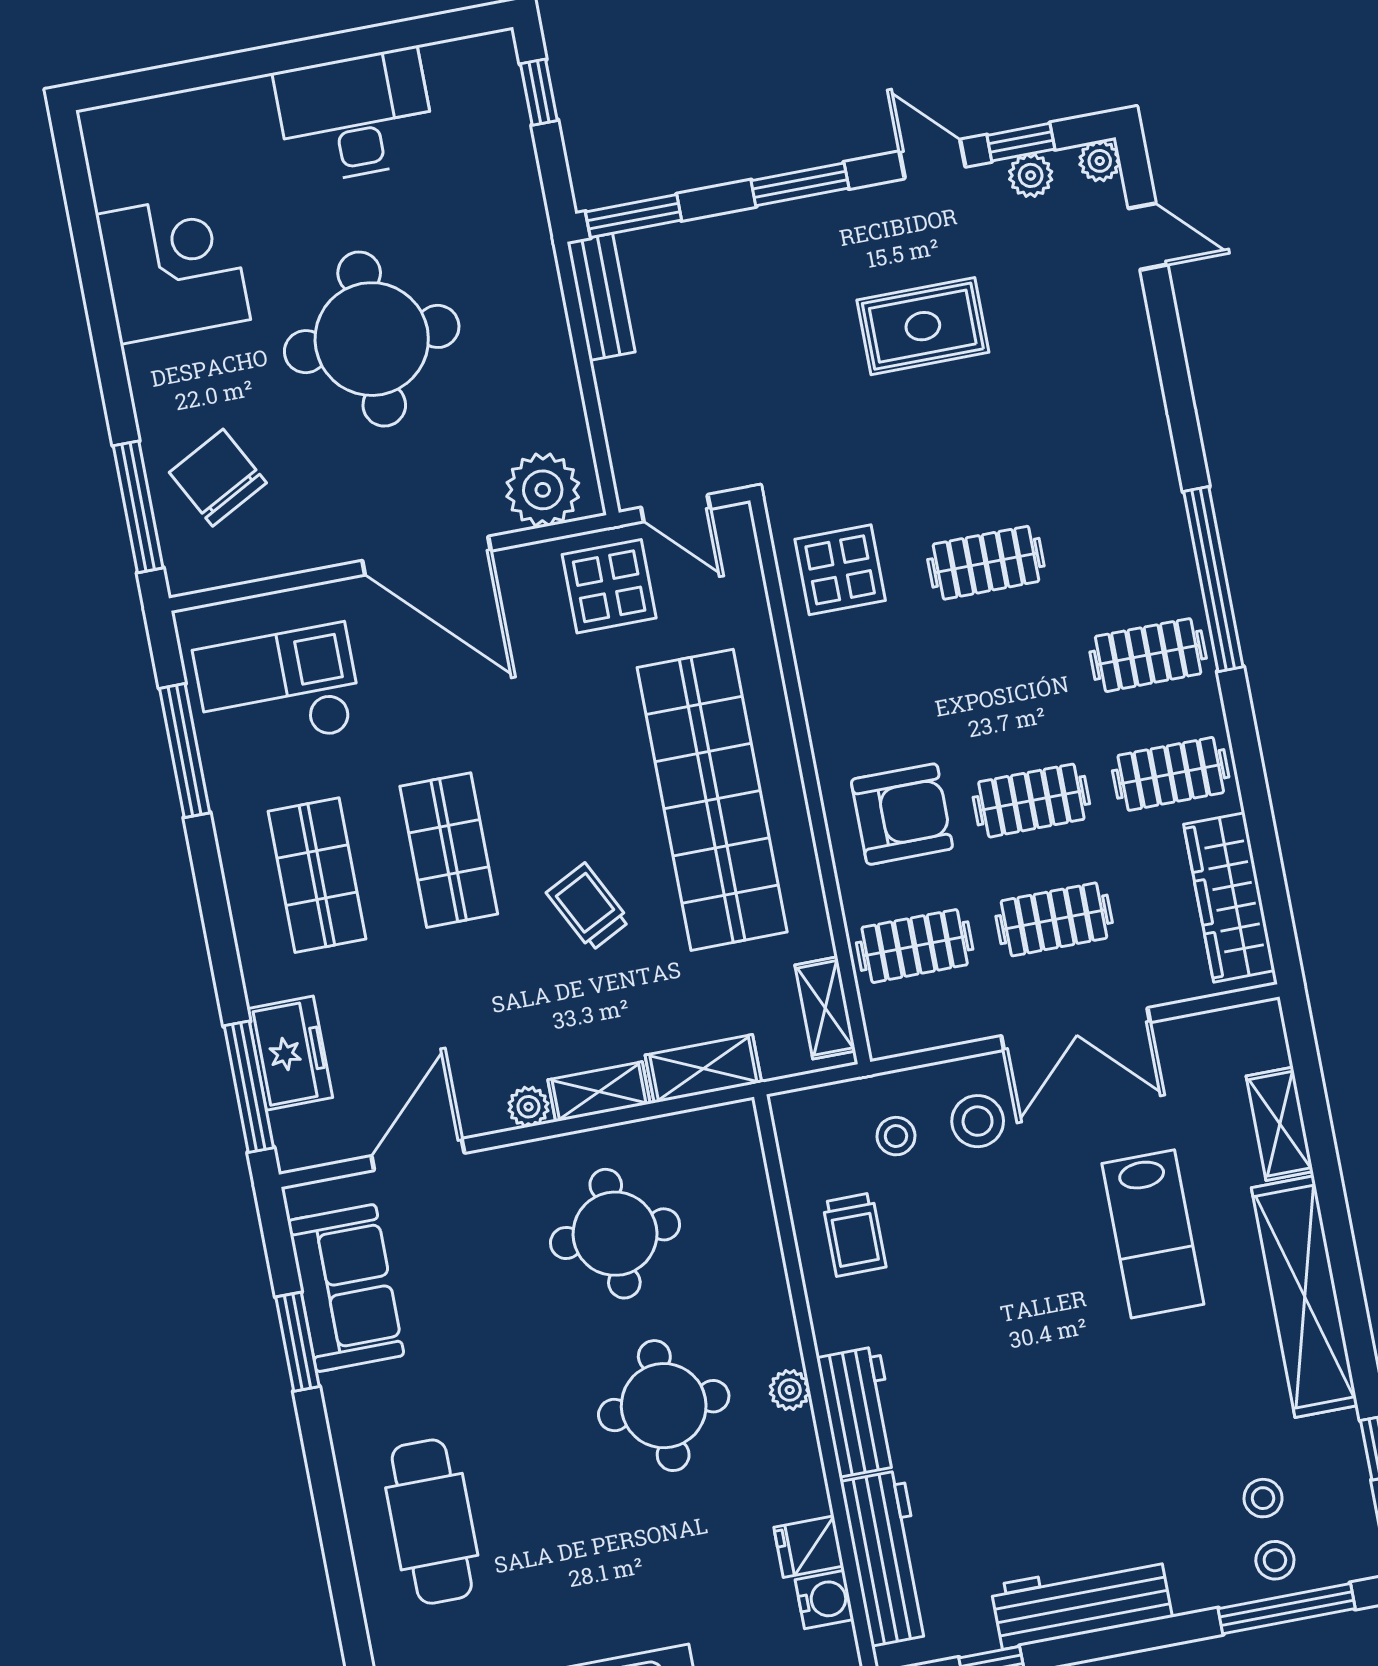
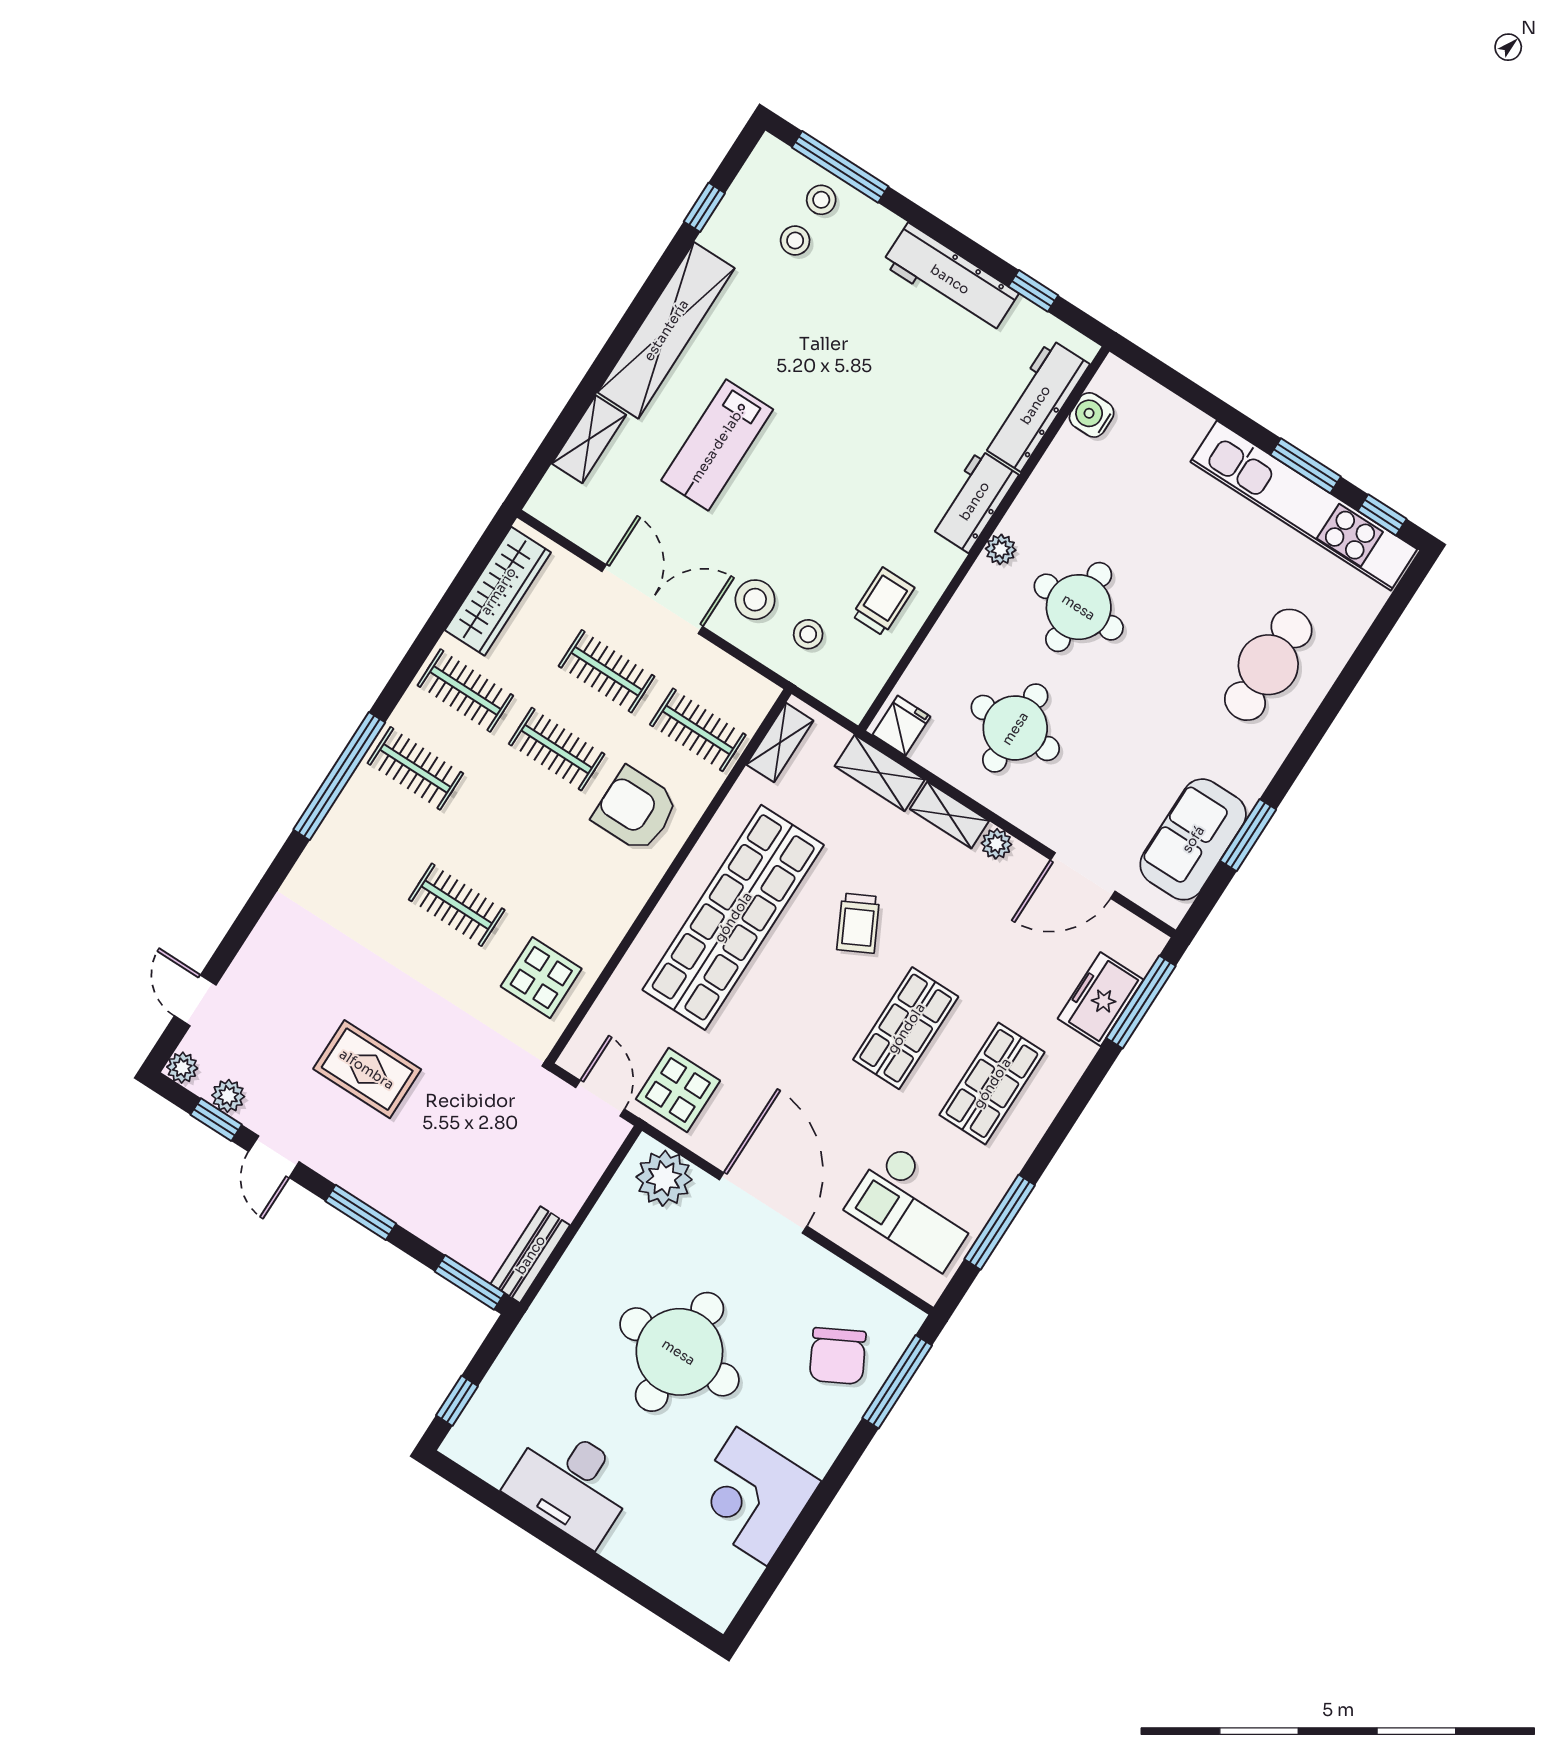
lab bench: (1153, 1234) -> (717, 445), turned 180
fridge: (809, 1547) -> (901, 726), moved, turned -90

